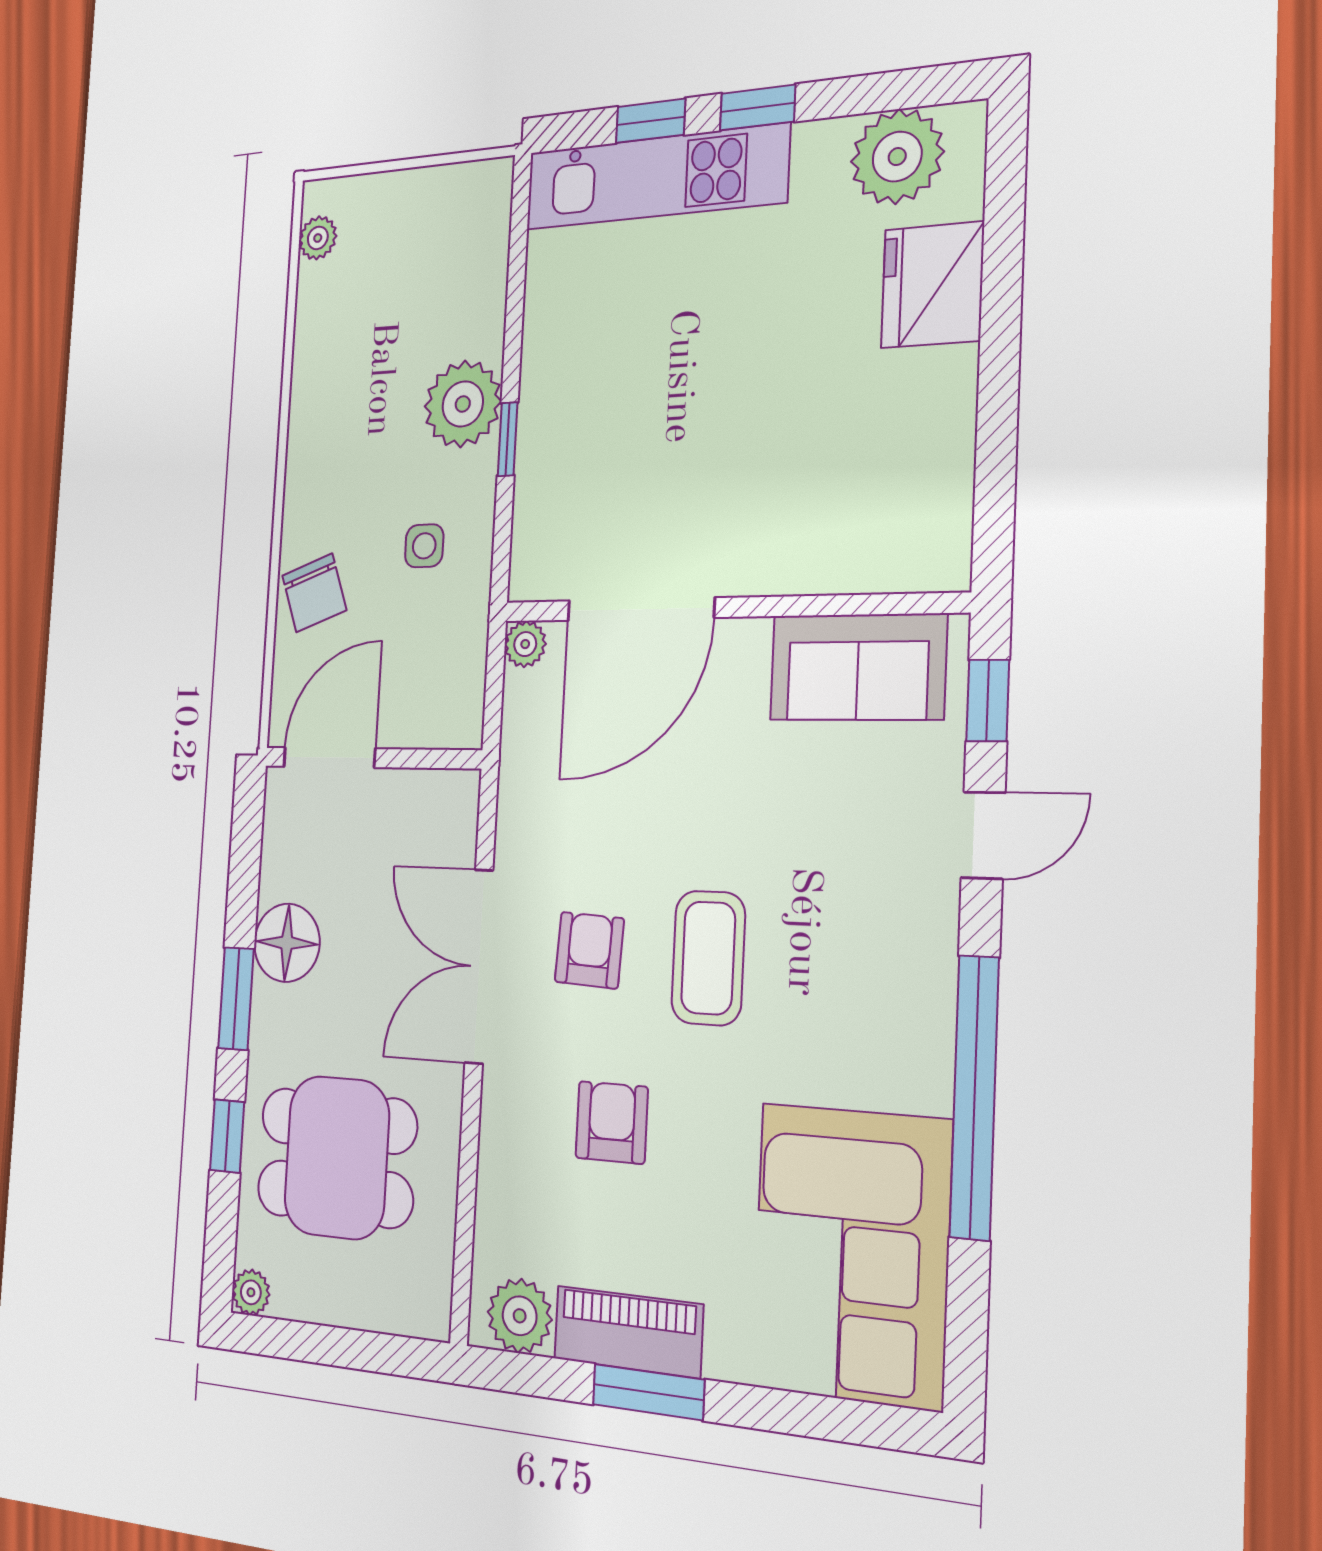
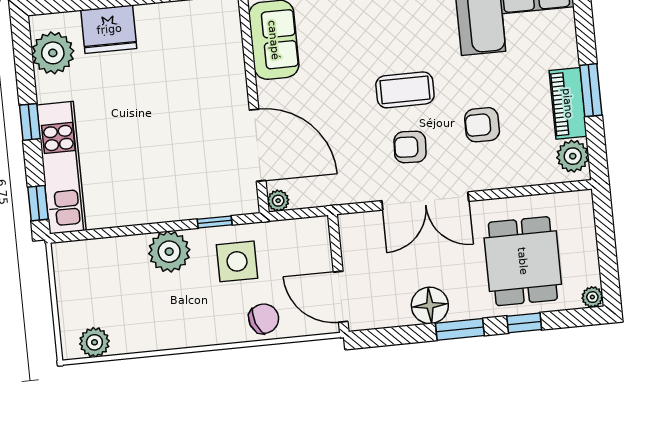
window: (651, 121) -> (38, 203), moved
plant: (318, 238) -> (94, 342), width x1.38, depth x1.38
window: (508, 439) -> (215, 222), moved
side table: (424, 546) -> (237, 261), width x1.87, depth x1.87

